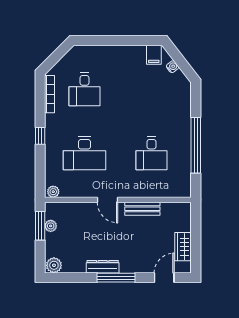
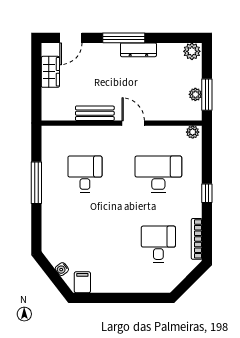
window: (196, 145) -> (36, 183), width x0.68

